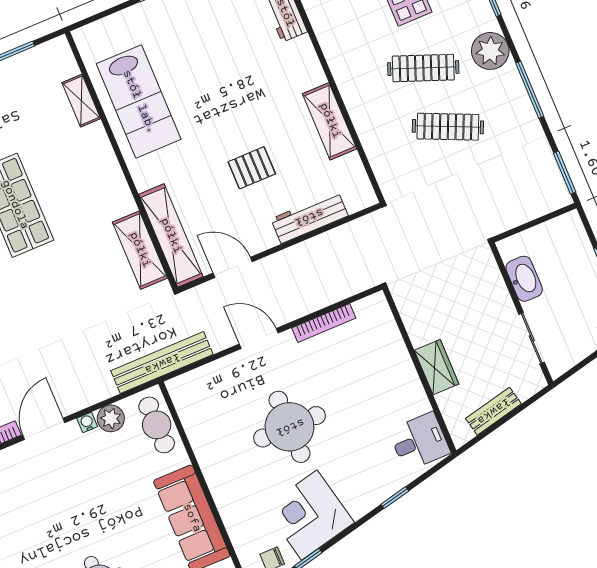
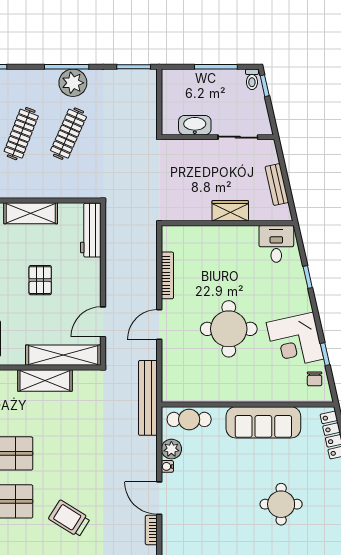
plant: (490, 51) -> (73, 83), moved
workbench: (309, 217) -> (91, 230), moved
shelving: (140, 250) -> (45, 380), moved

